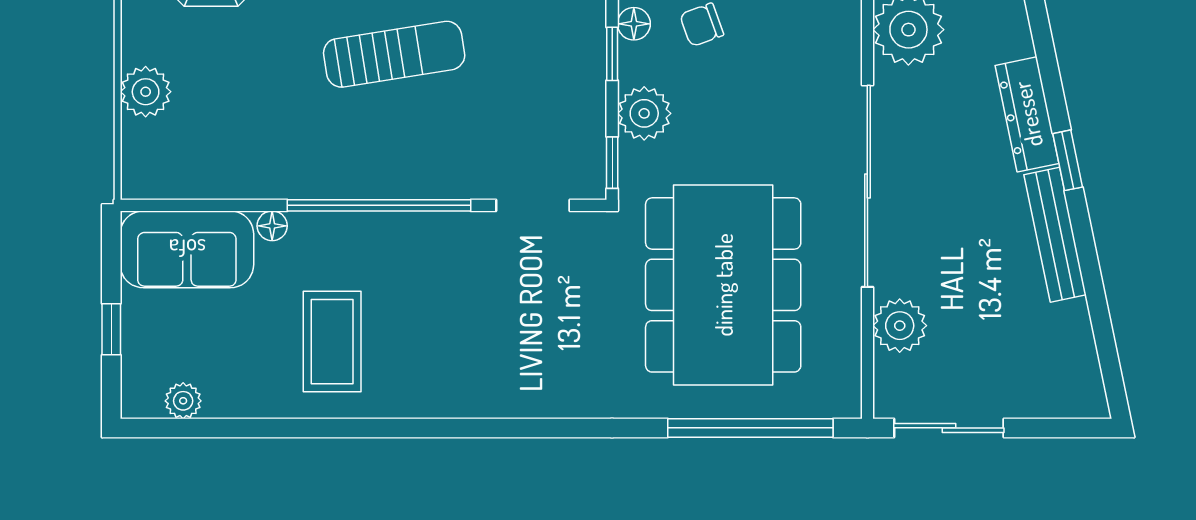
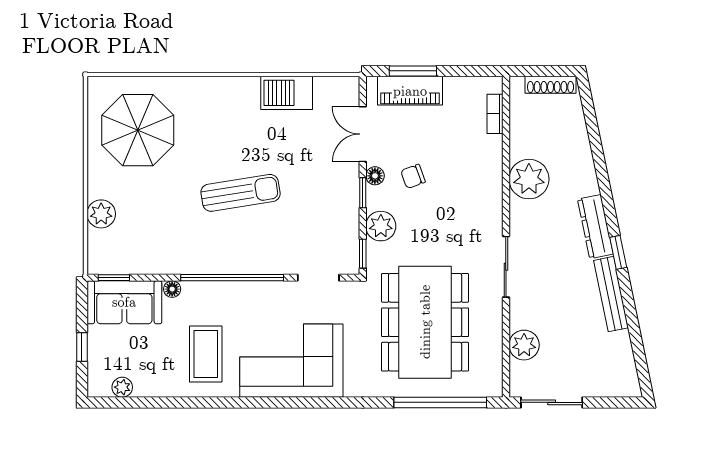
sliding door: (867, 186) -> (506, 267), width x0.54
window: (168, 205) -> (114, 278), added
corner sofa: (485, 353) -> (291, 361), added

